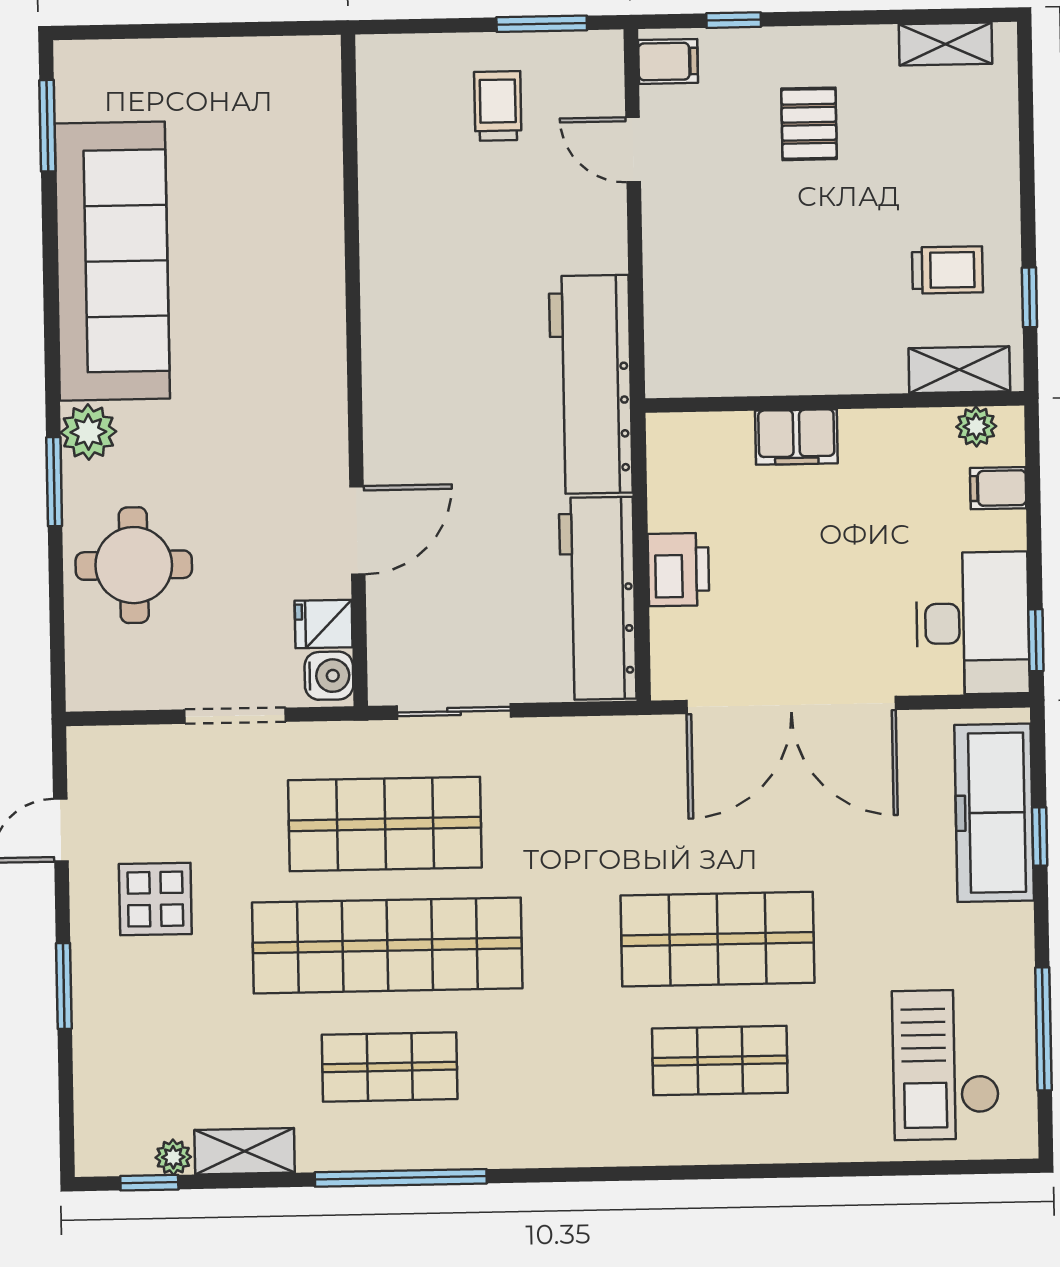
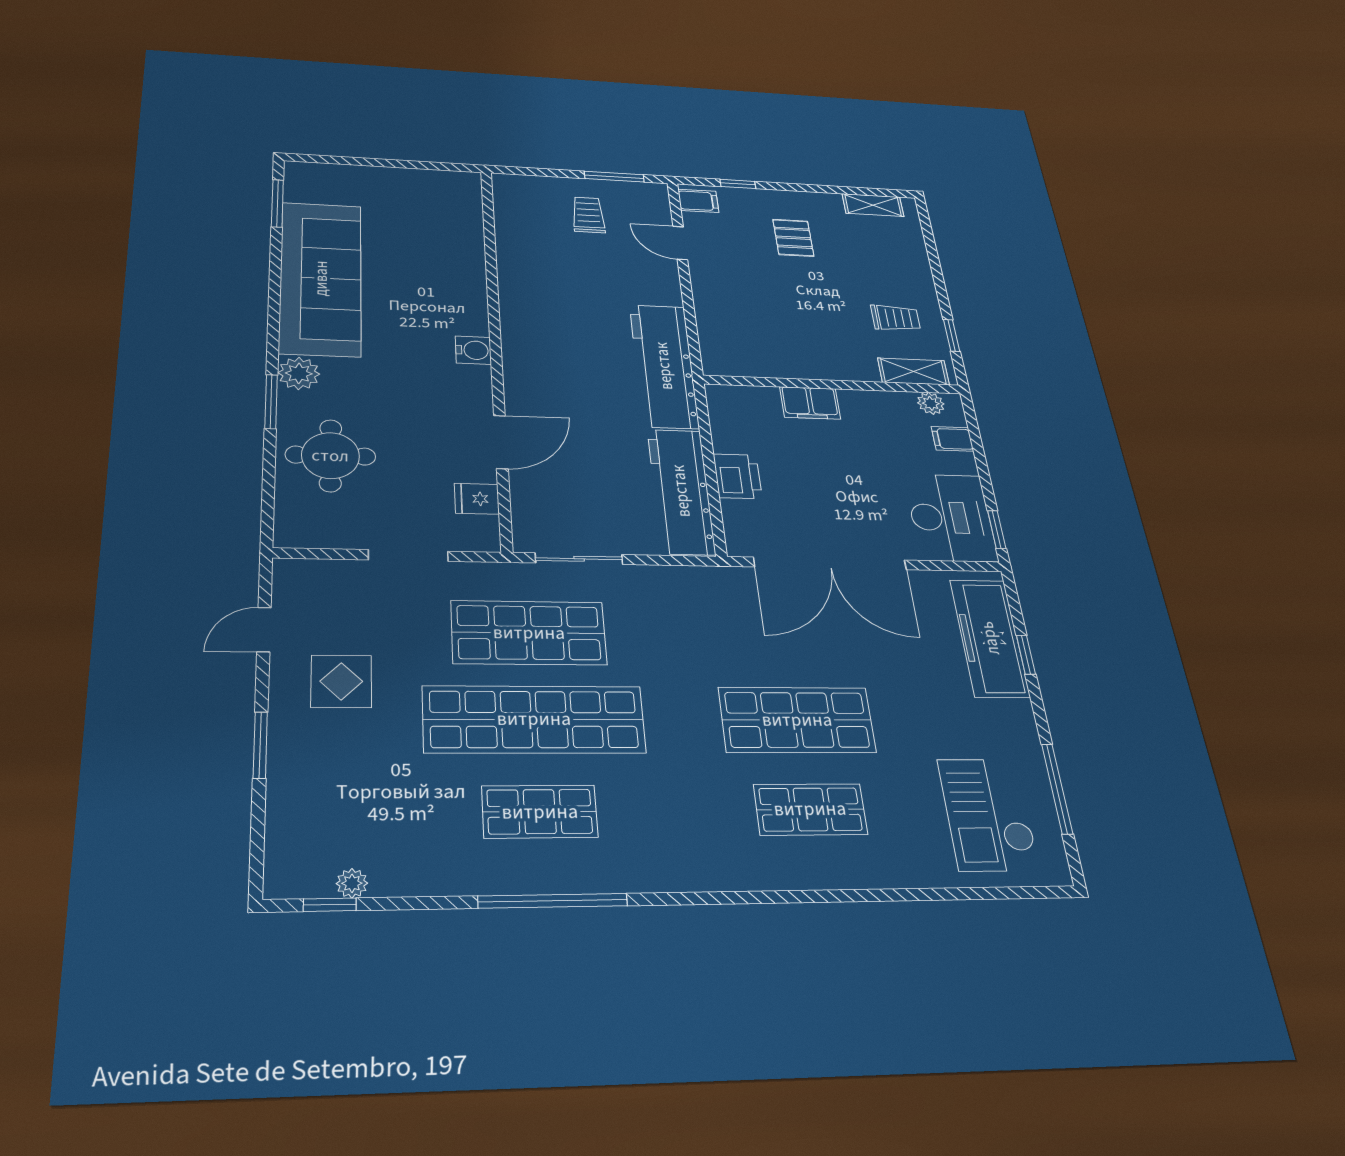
water cooler: (329, 676) -> (473, 350), moved
shelving: (245, 1151) -> (416, 879), removed

